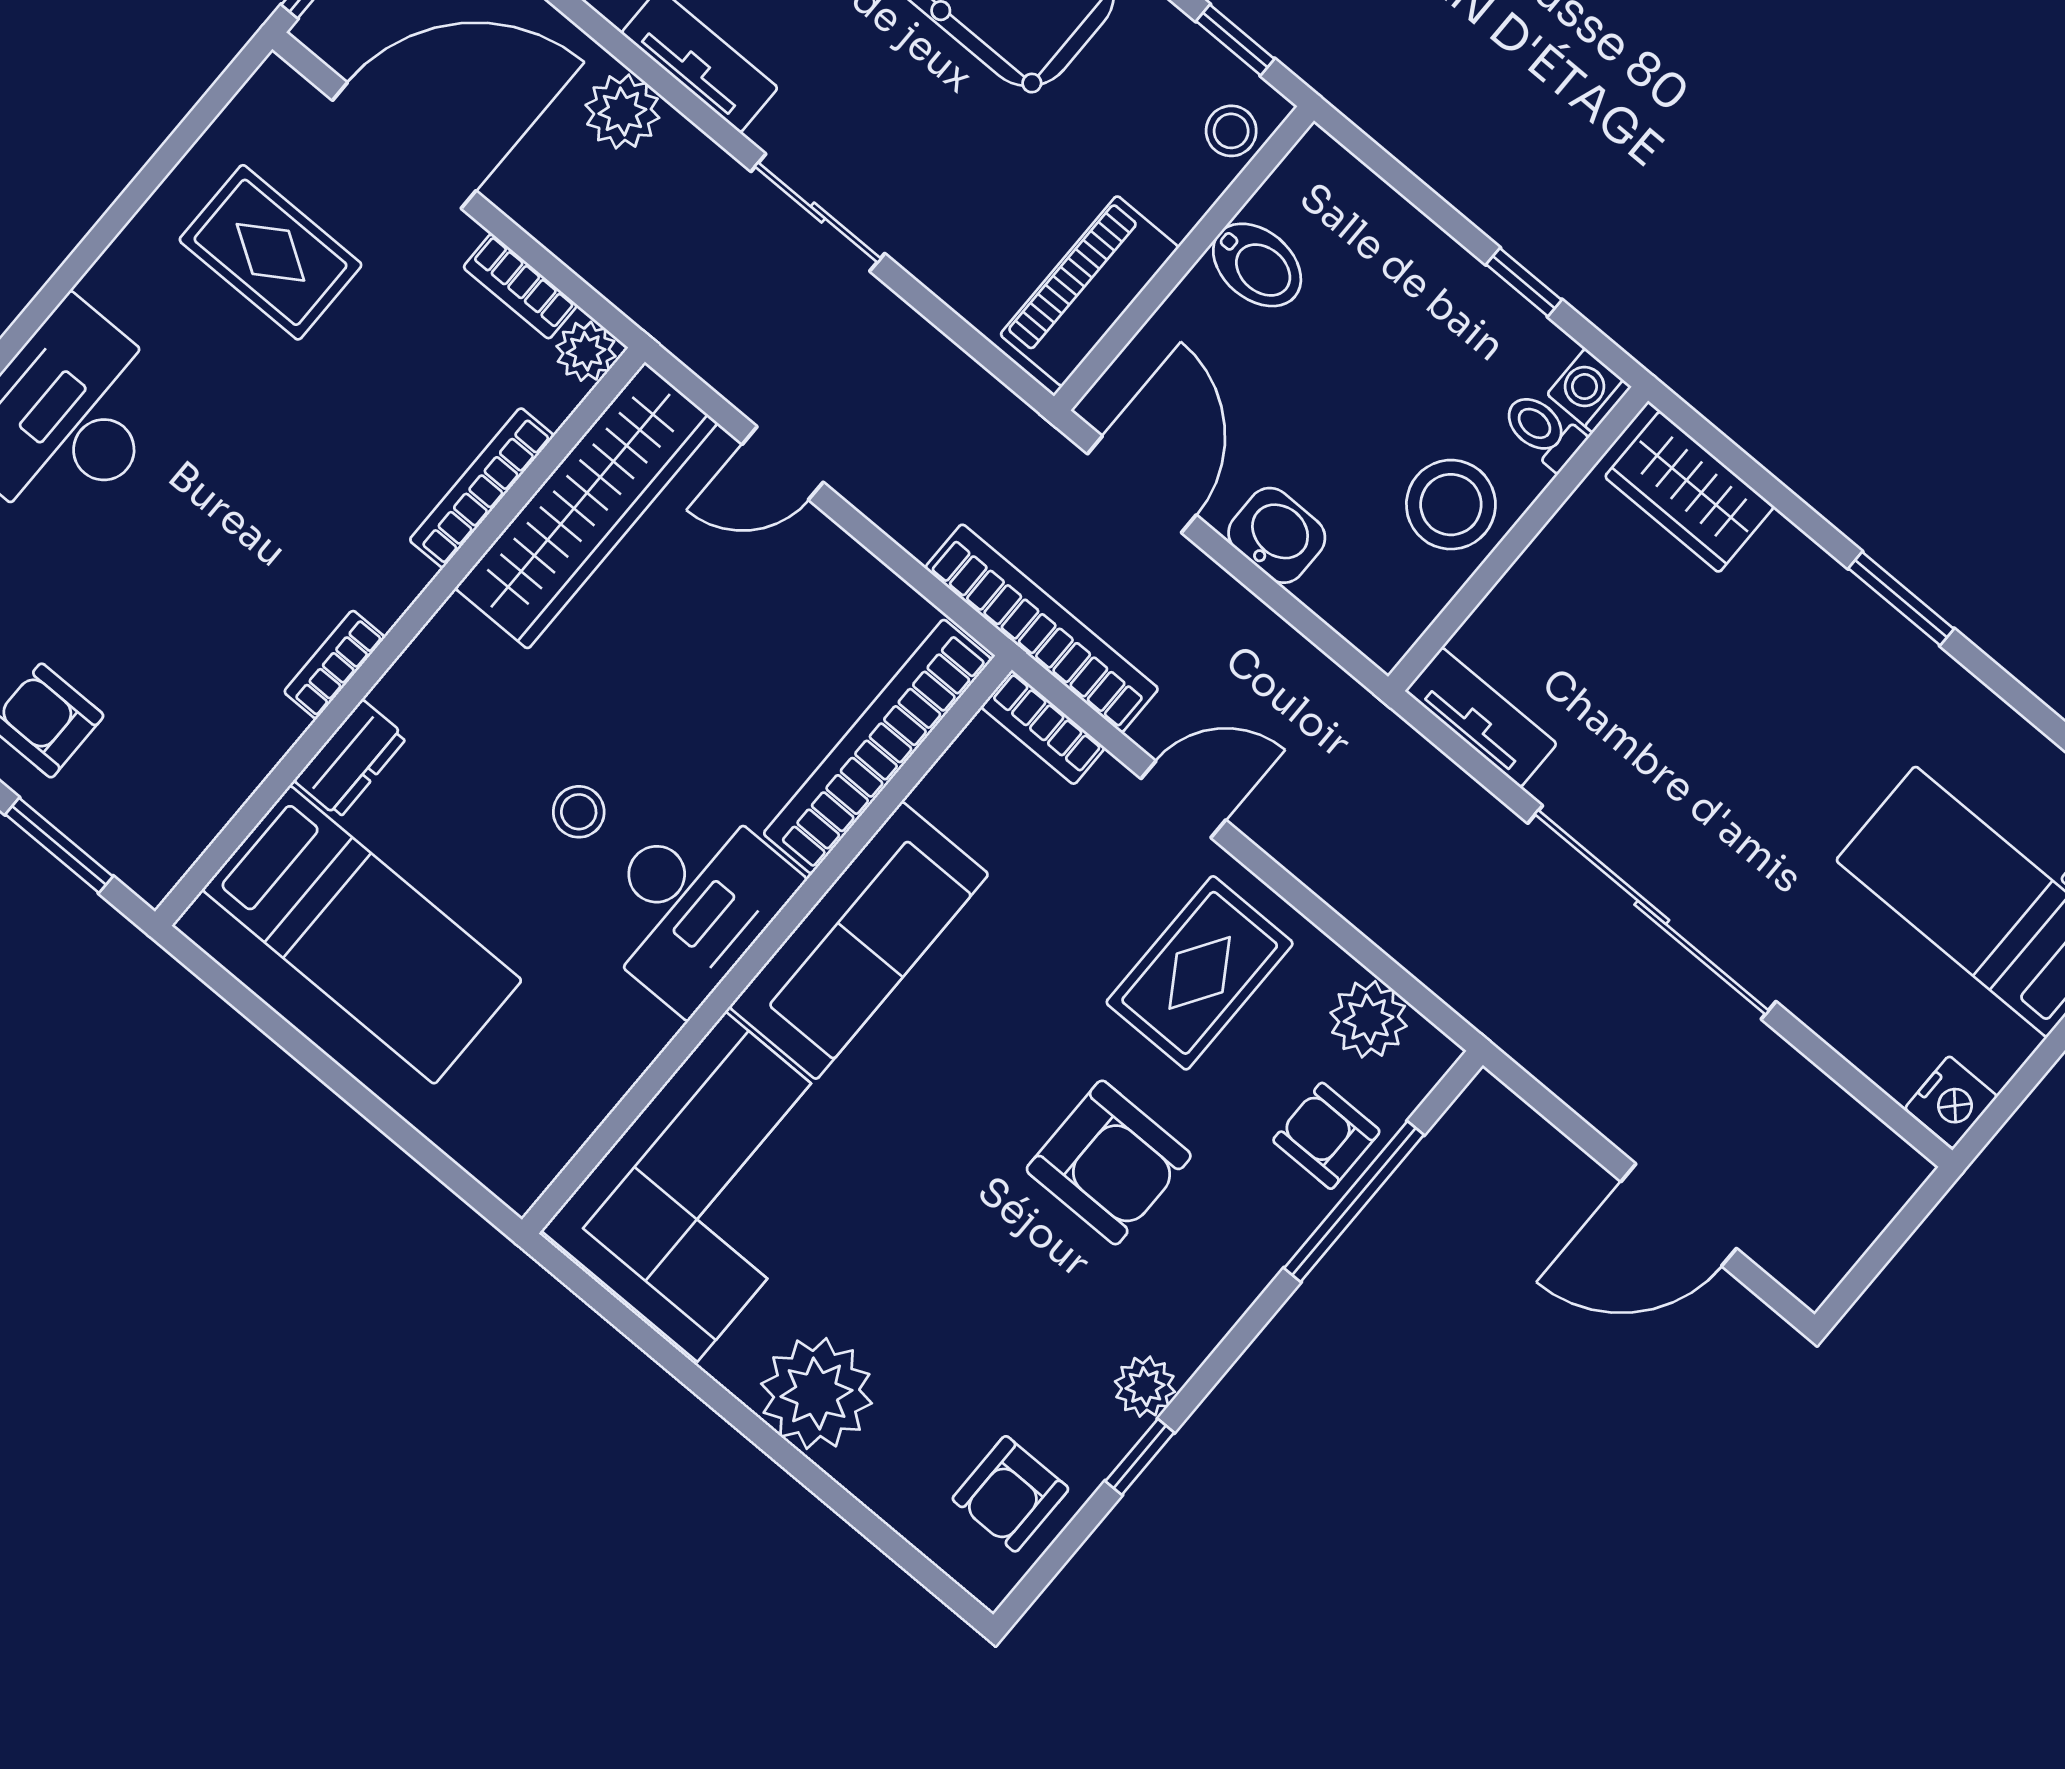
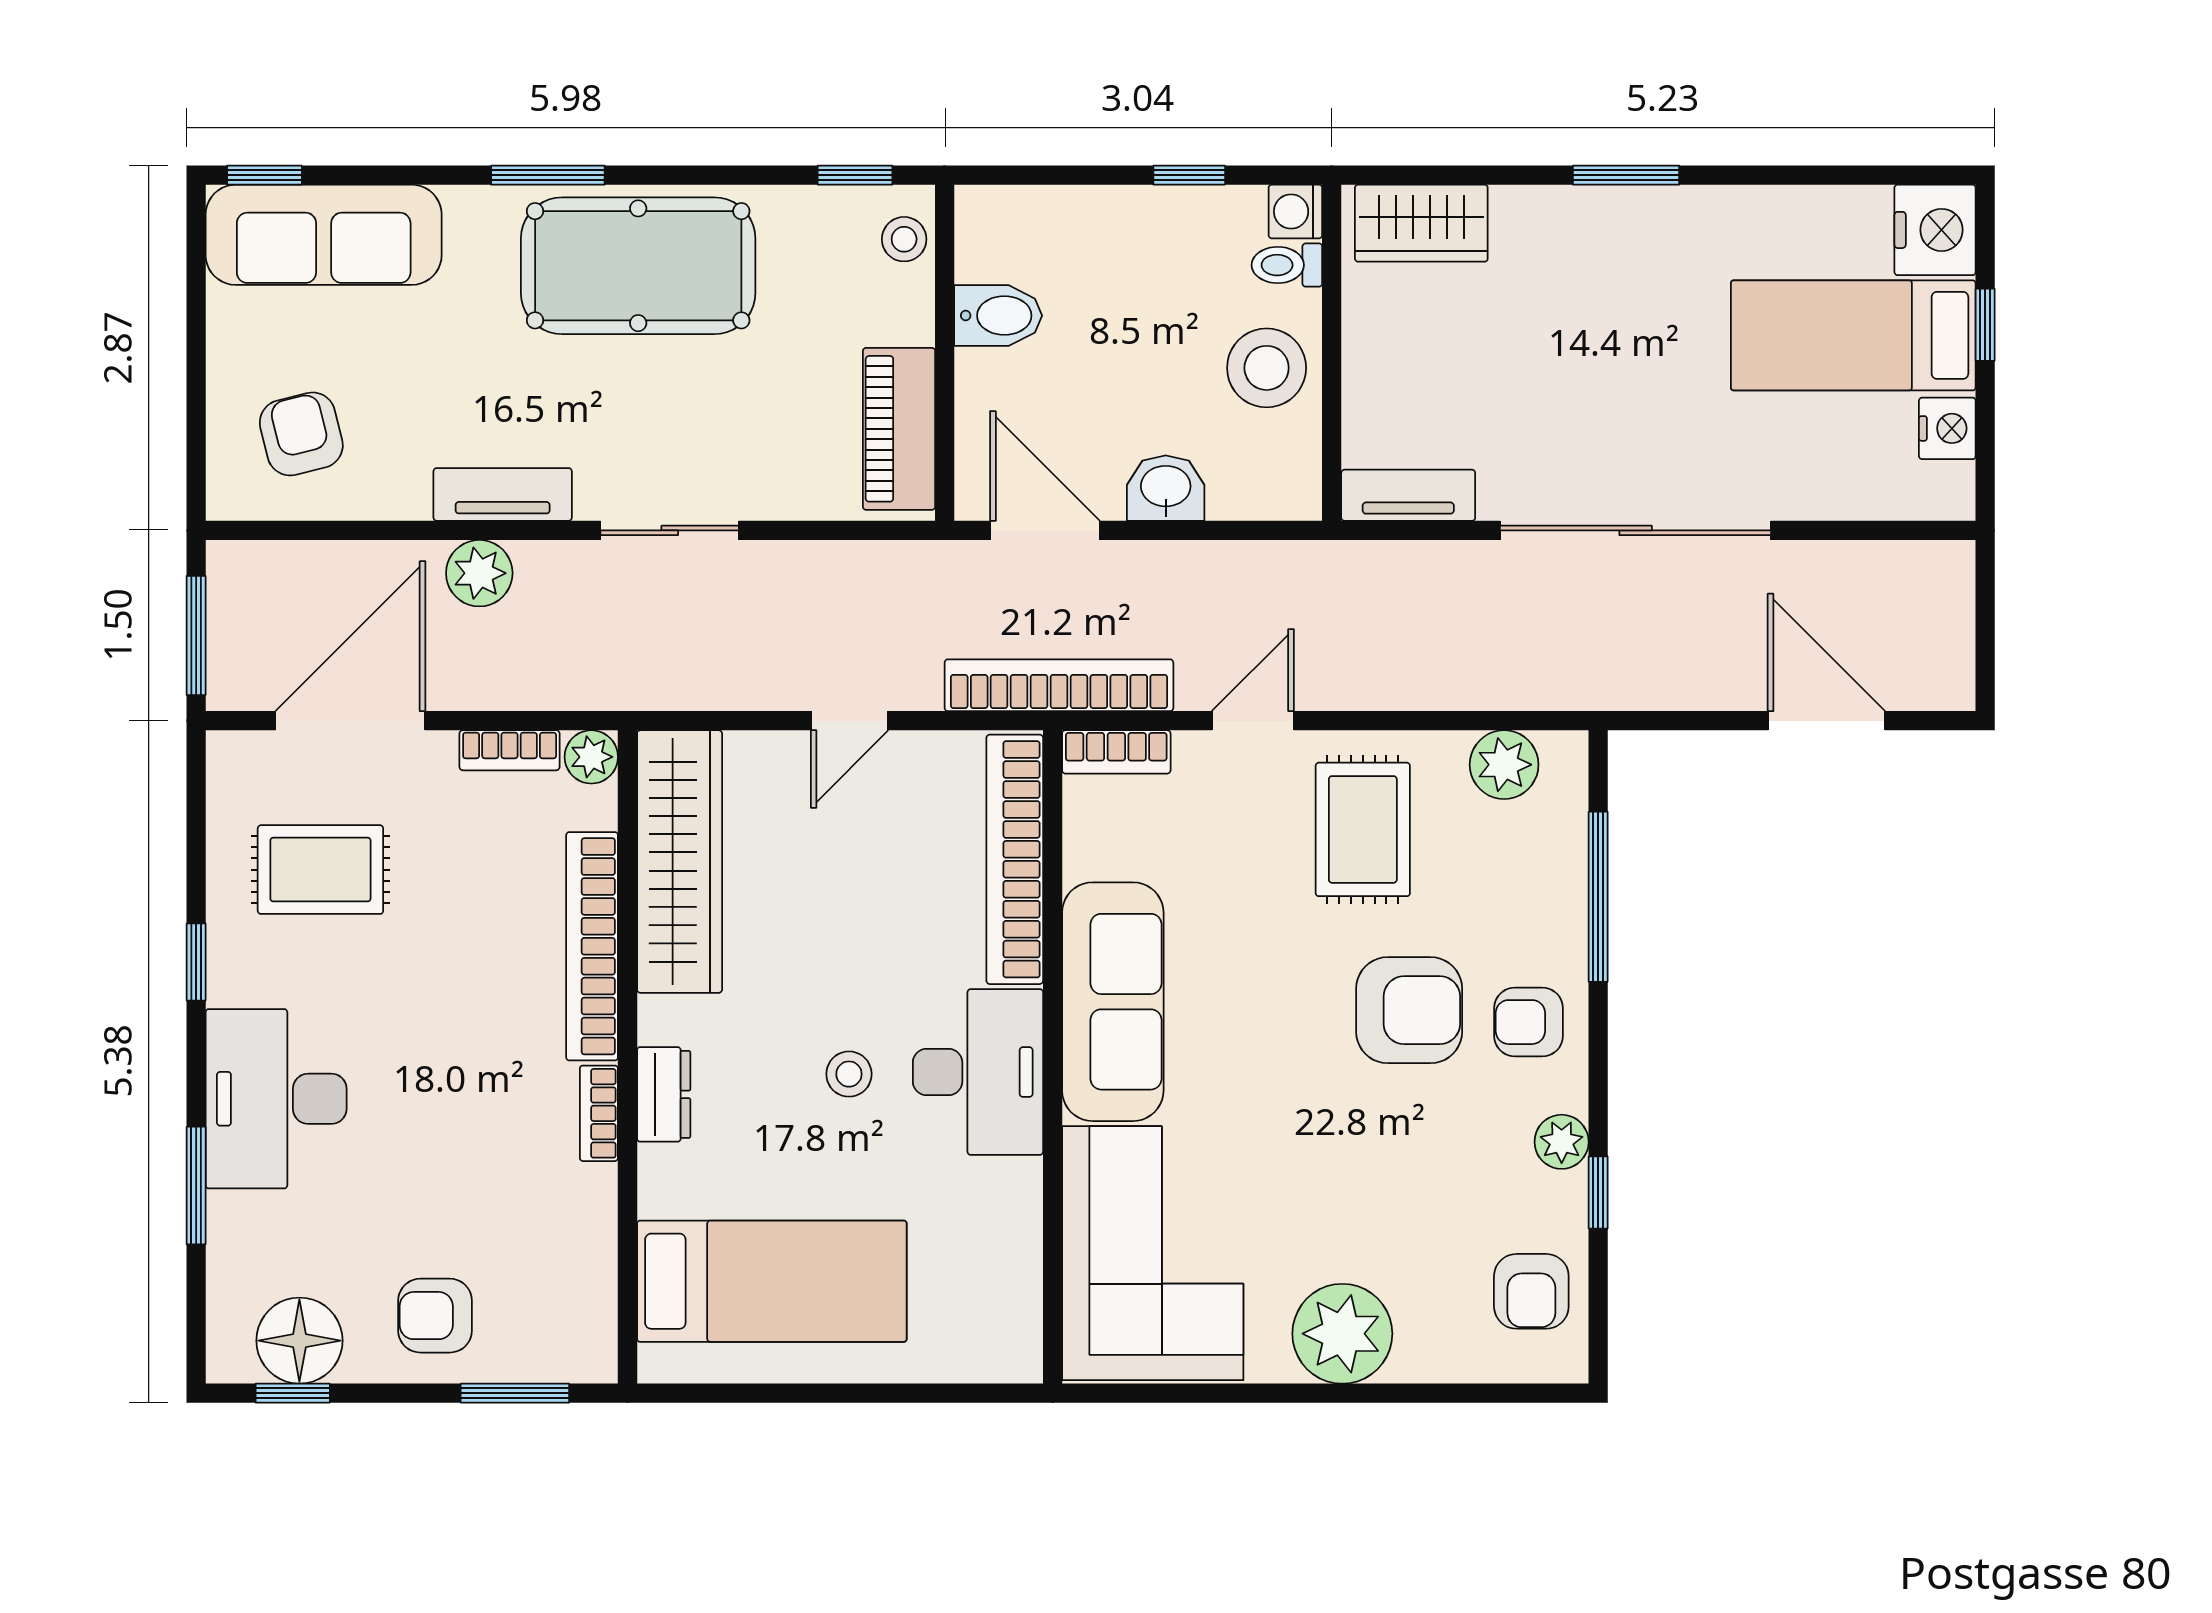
window: (96, 242) -> (196, 962), added
door: (783, 463) -> (850, 721), moved
bookcase: (482, 488) -> (592, 946), width x1.48, depth x1.31
dresser: (351, 759) -> (664, 1094), moved
nightstand: (1951, 1102) -> (1947, 428), moved
armchair: (1326, 1136) -> (1529, 1022), moved
door: (1679, 1215) -> (1826, 721), swing flipped

